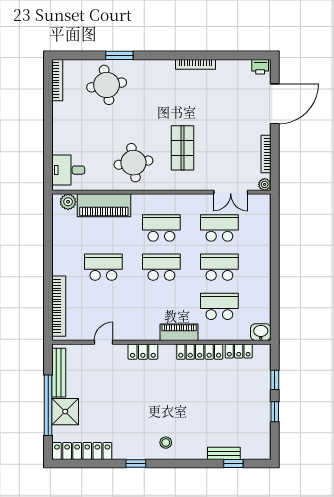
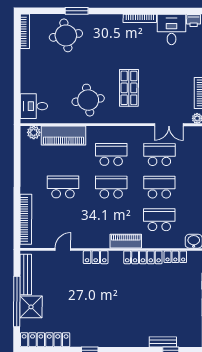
desk: (234, 78) -> (172, 30), added
stool: (166, 443) -> (115, 333), removed

